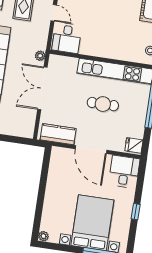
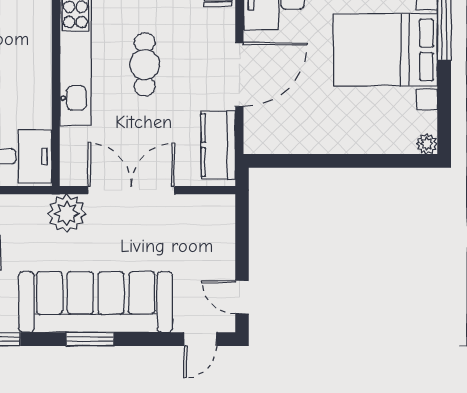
plant: (40, 56) -> (67, 213), width x1.88, depth x1.88
double door: (42, 88) -> (131, 190), swing flipped

